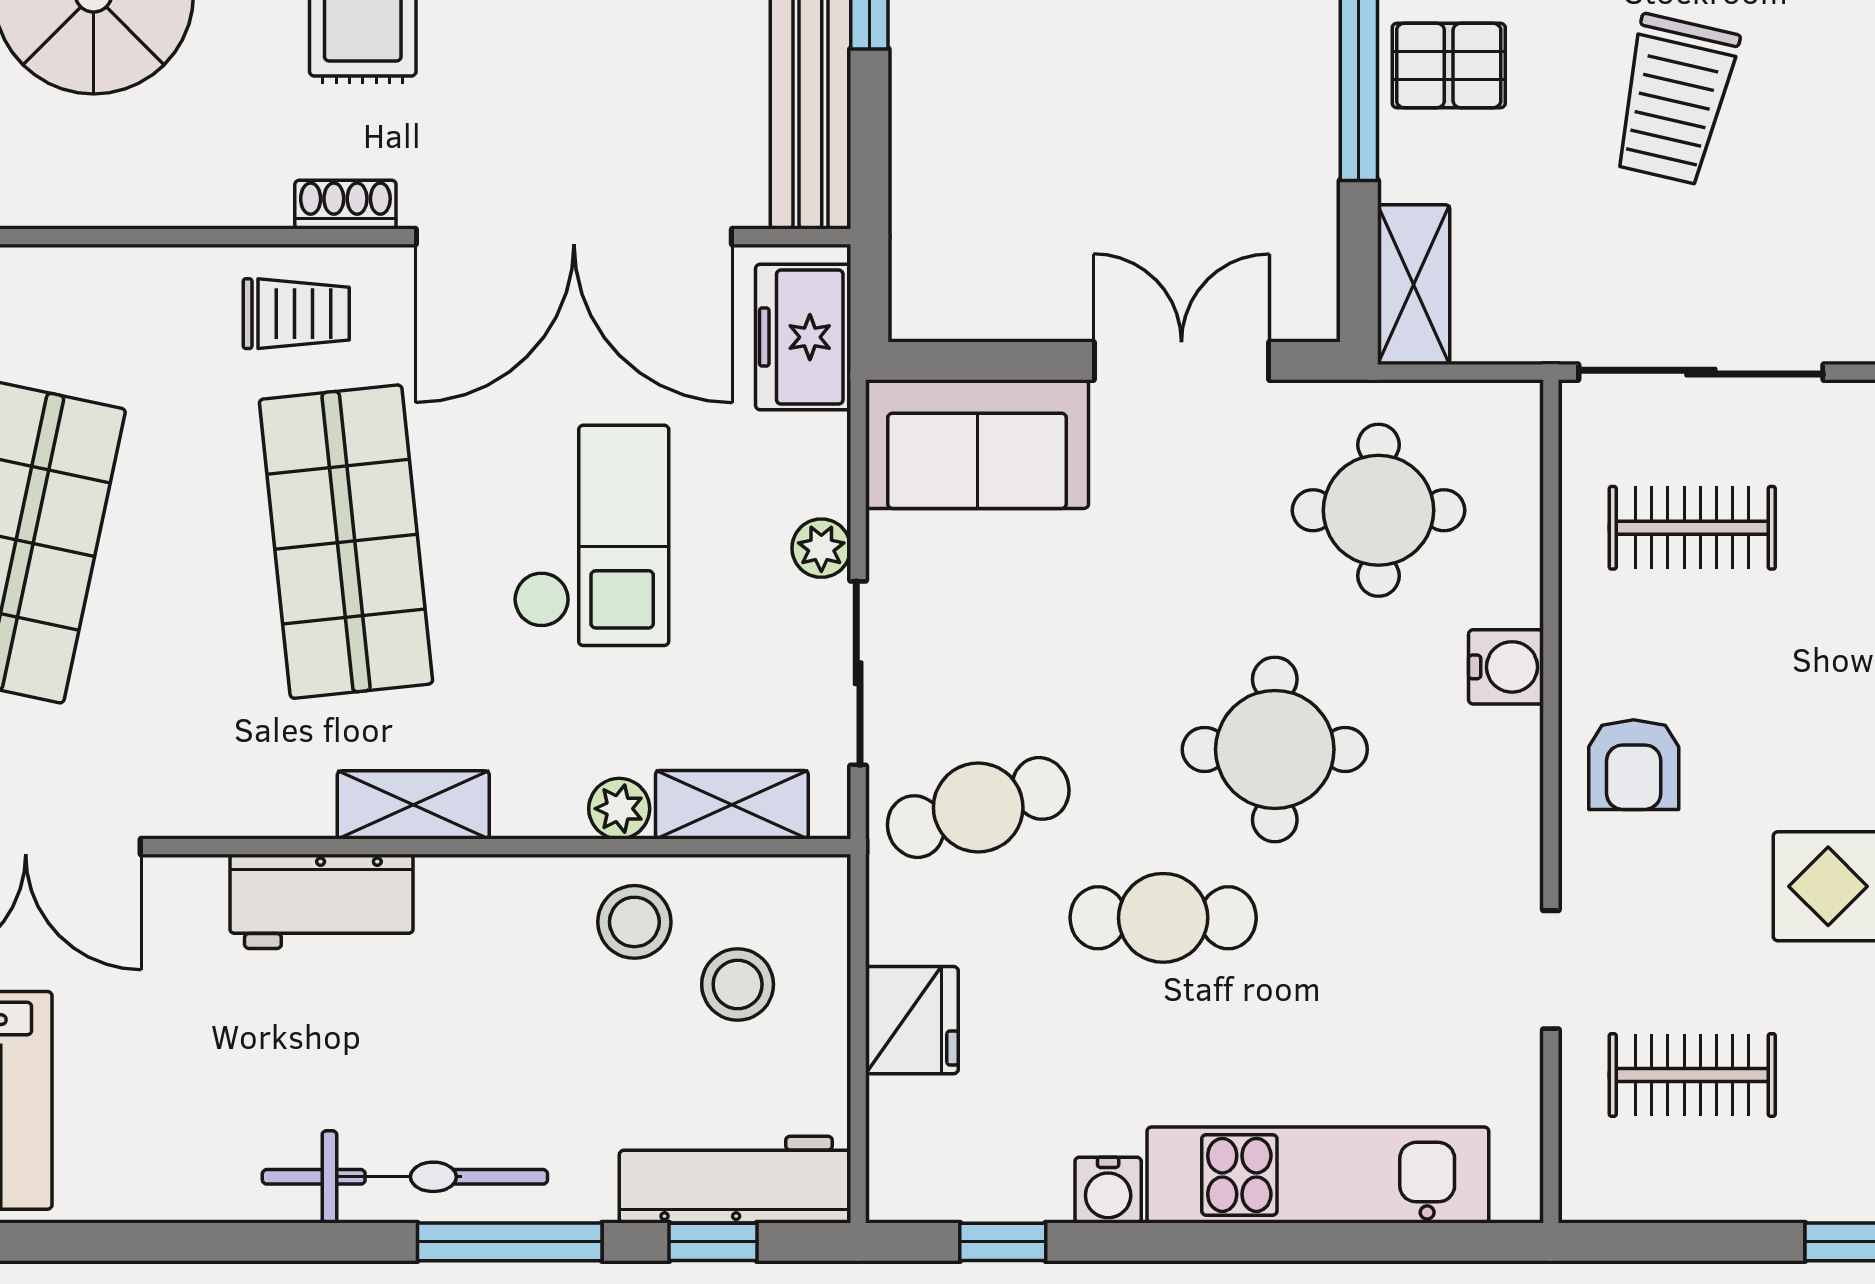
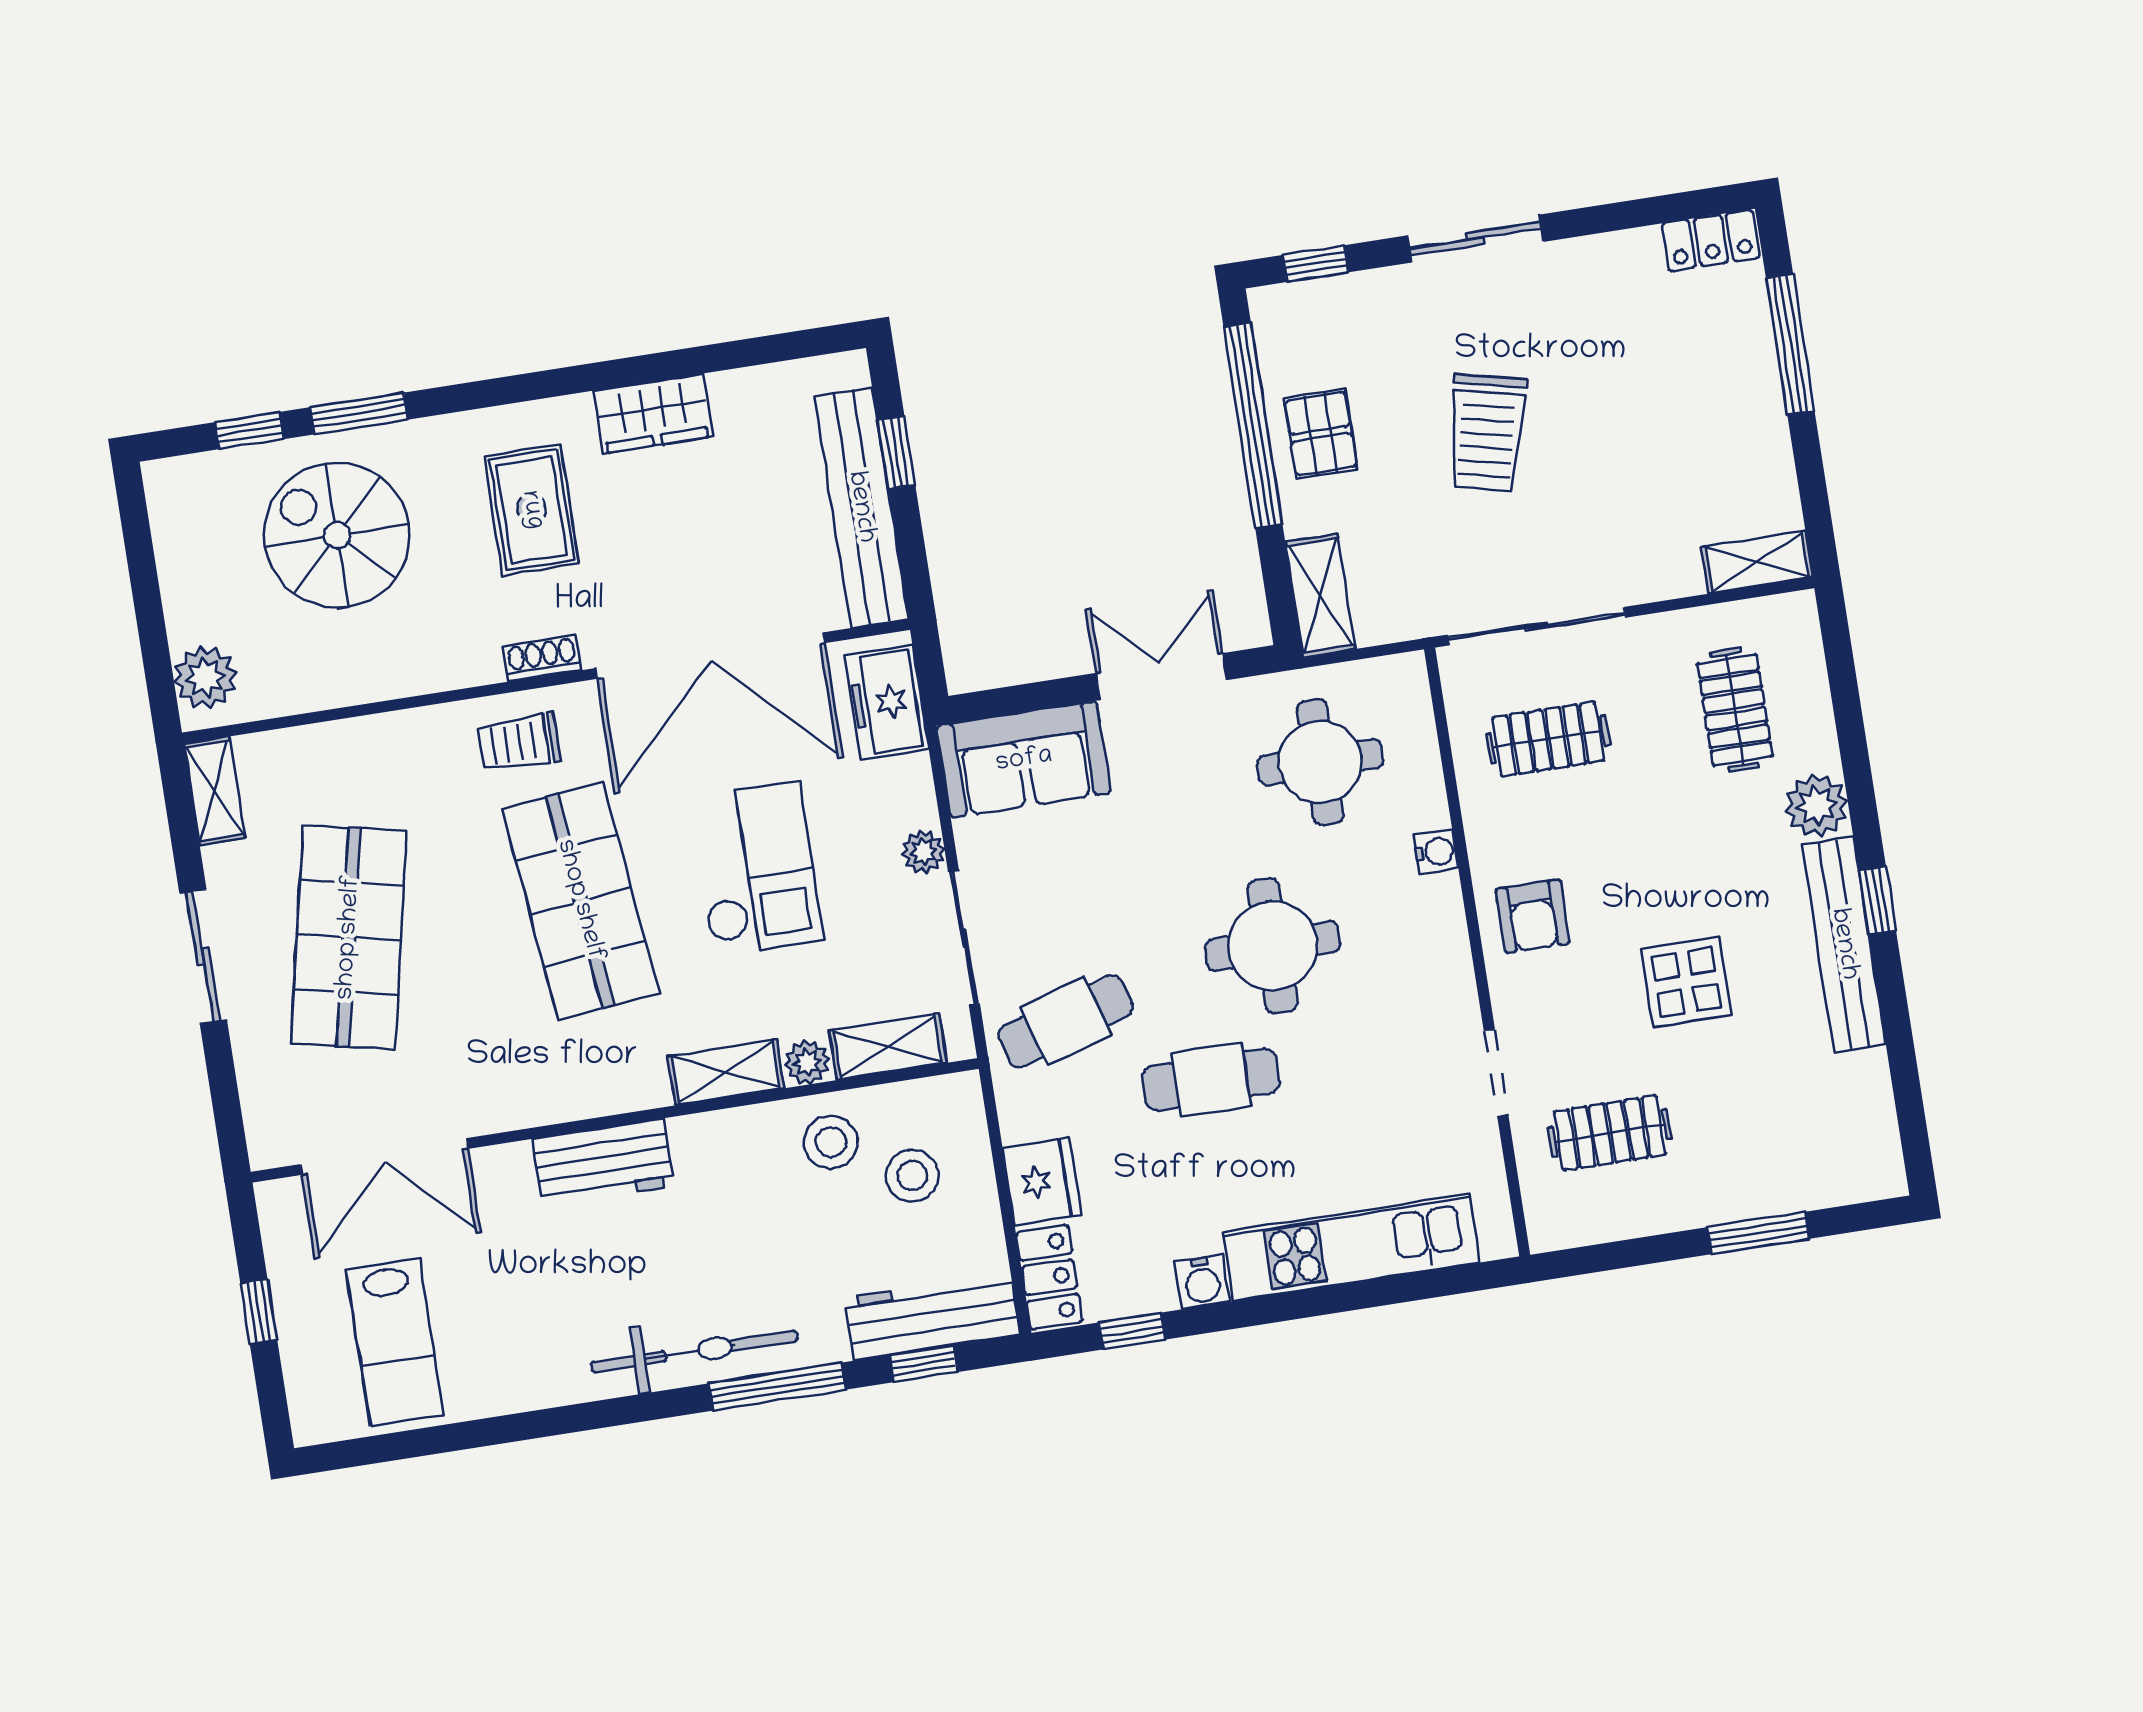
pallet: (1449, 65) -> (1321, 434), turned 90
trolley: (296, 314) -> (519, 742), turned 180
water cooler: (1506, 667) -> (1436, 852), width x0.72, depth x0.72
shelving: (413, 805) -> (726, 1072), moved
locker: (902, 1151) -> (1049, 1277), added

